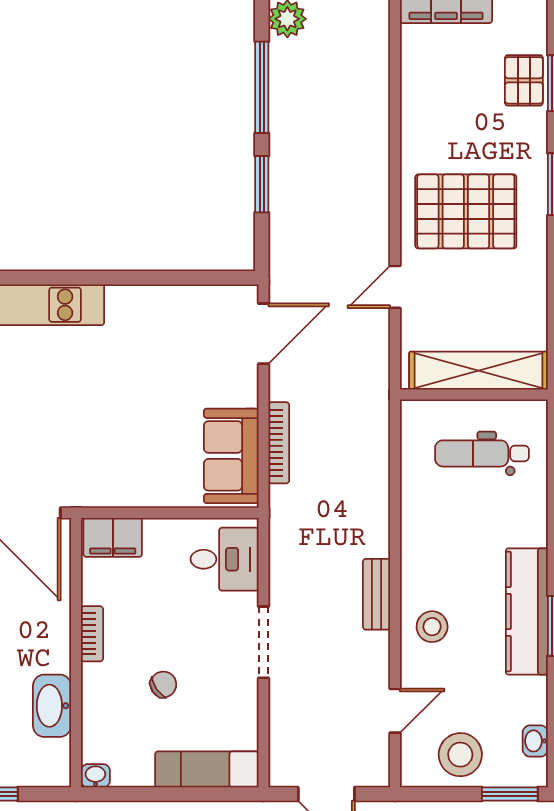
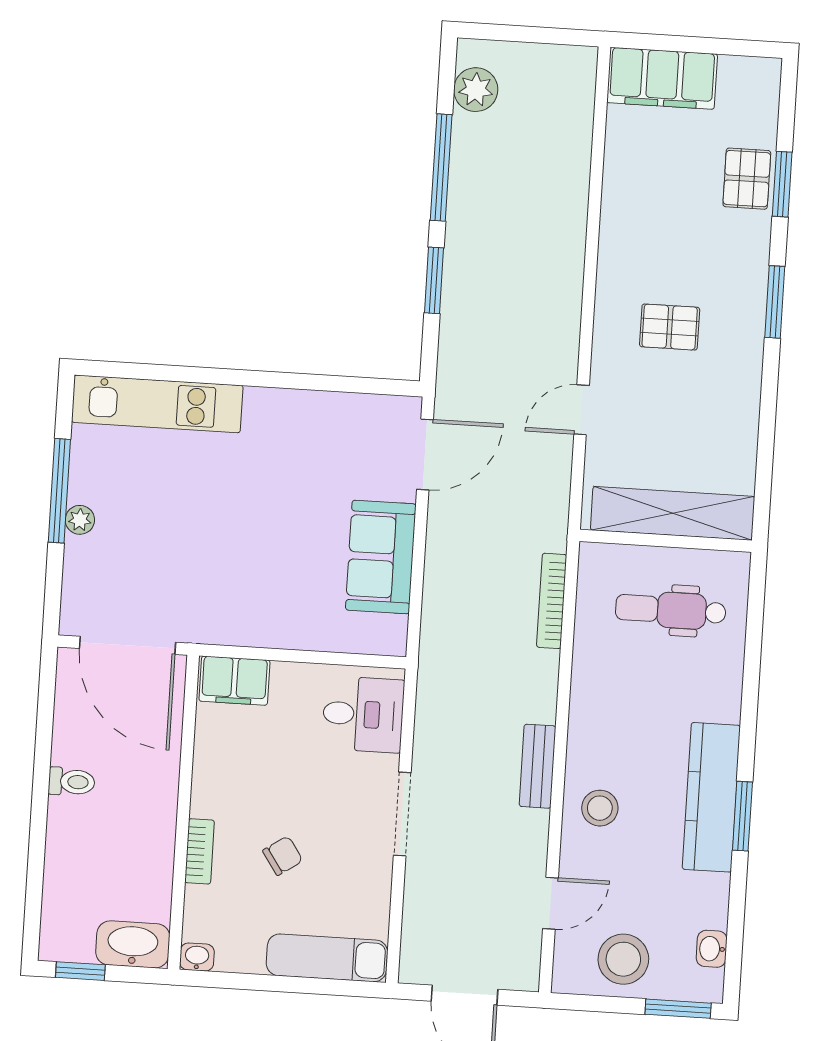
pallet: (466, 211) -> (670, 327), width x0.49, depth x0.50
bookcase: (279, 443) -> (552, 601), moved, turned 180
sofa: (231, 456) -> (381, 557), moved
bookcase: (92, 634) -> (200, 851), moved
washbasin: (52, 706) -> (133, 944), moved, turned 90

